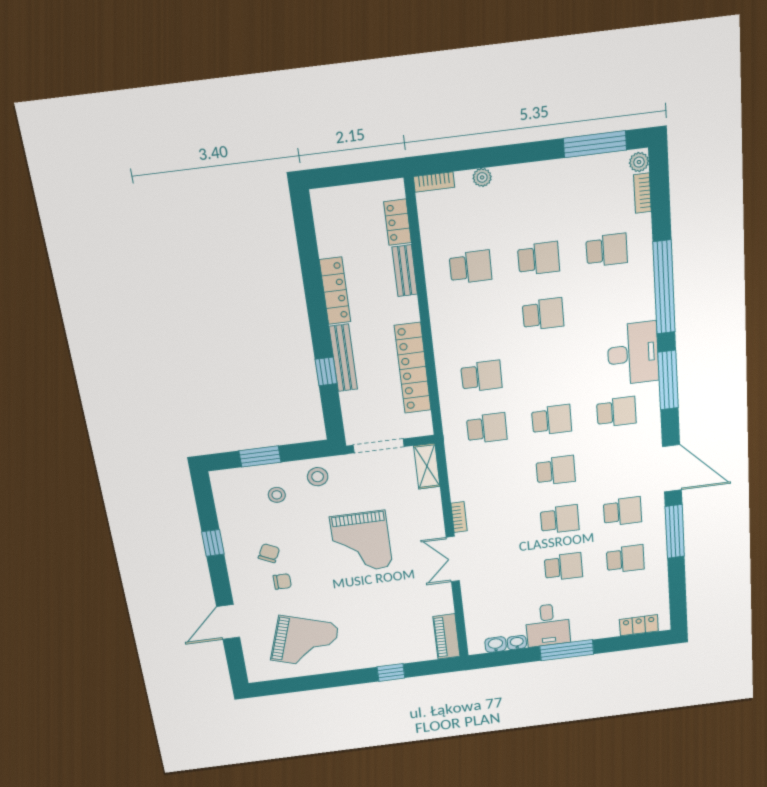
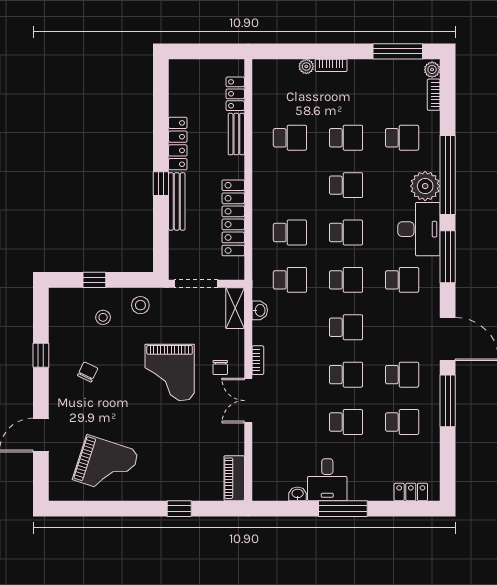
bookcase: (434, 182) -> (331, 65), moved
plant: (638, 303) -> (425, 186), added
school desk: (547, 368) -> (346, 233), added
window: (326, 371) -> (161, 184), moved
window: (260, 456) -> (94, 280), width x0.67
chair: (282, 581) -> (220, 368), moved, turned 90
washbasin: (496, 645) -> (260, 310), moved, turned 90

